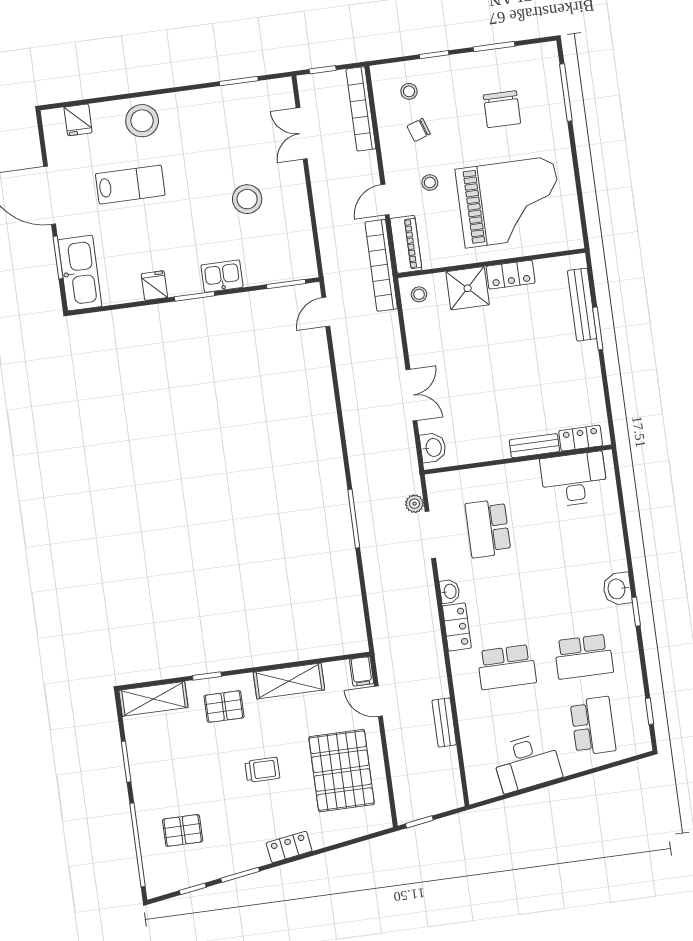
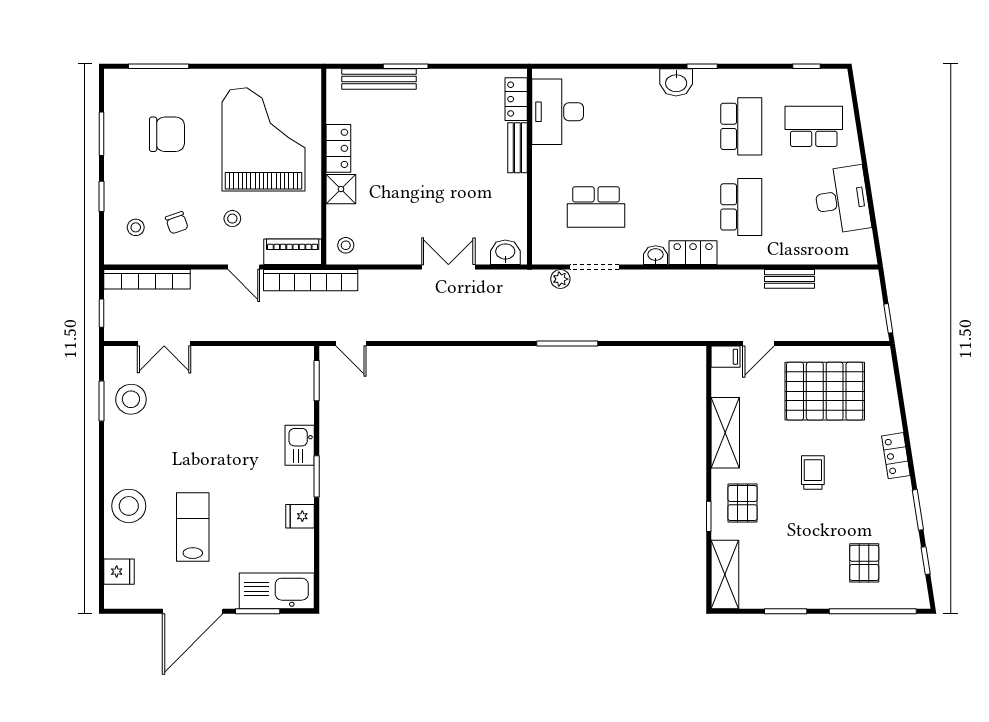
stool: (247, 199) -> (131, 399), moved
shower: (468, 288) -> (341, 189), width x0.73, depth x0.73

